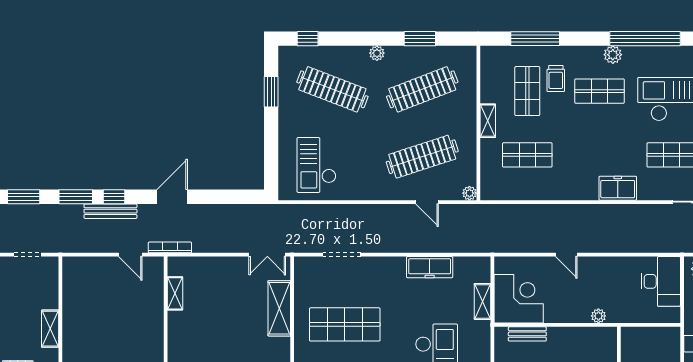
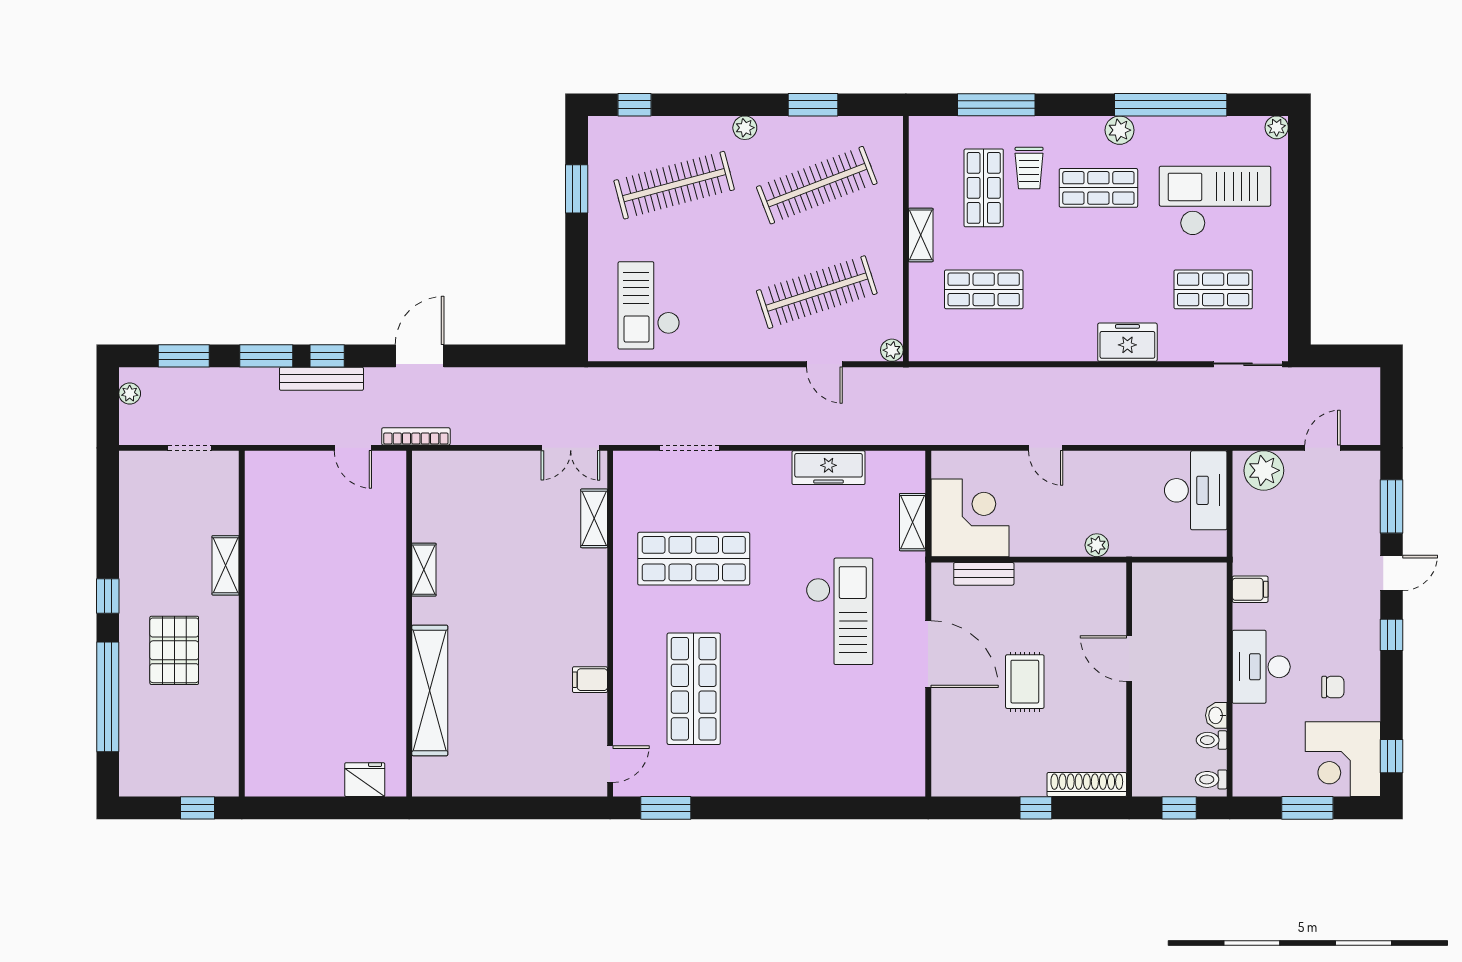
clothes rail: (332, 89) -> (674, 185), turned -36
shelving: (175, 293) -> (424, 570), moved
shelving: (279, 308) -> (594, 518), width x0.67, depth x0.75

